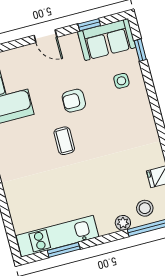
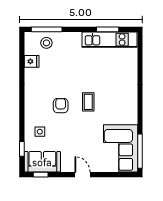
window: (89, 25) -> (41, 175), moved
armchair: (74, 101) -> (61, 106), moved, turned -90
plant: (123, 223) -> (64, 37), removed

